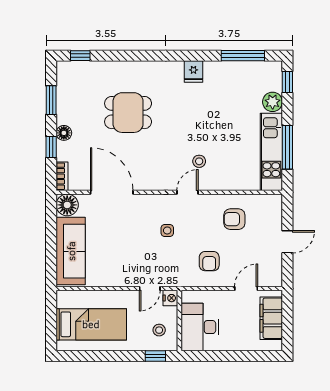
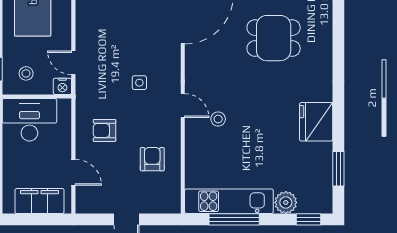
window: (243, 56) -> (338, 169), width x0.69
fridge: (194, 72) -> (316, 122), width x1.88, depth x1.34
dining table: (128, 113) -> (274, 38), turned 90

